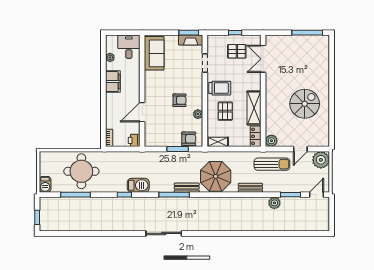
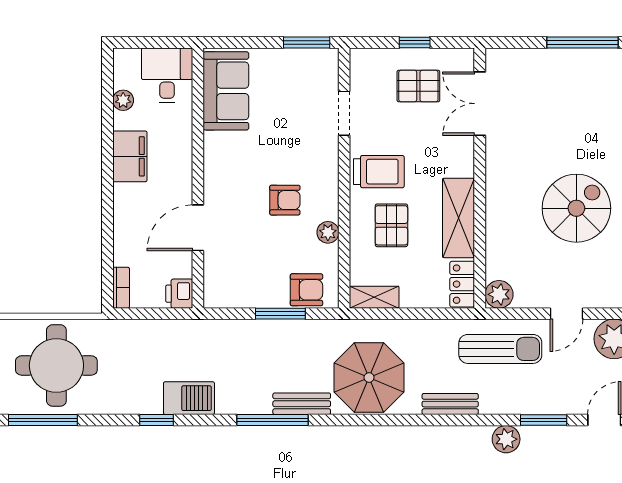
fireplace: (191, 40) -> (311, 60), removed

